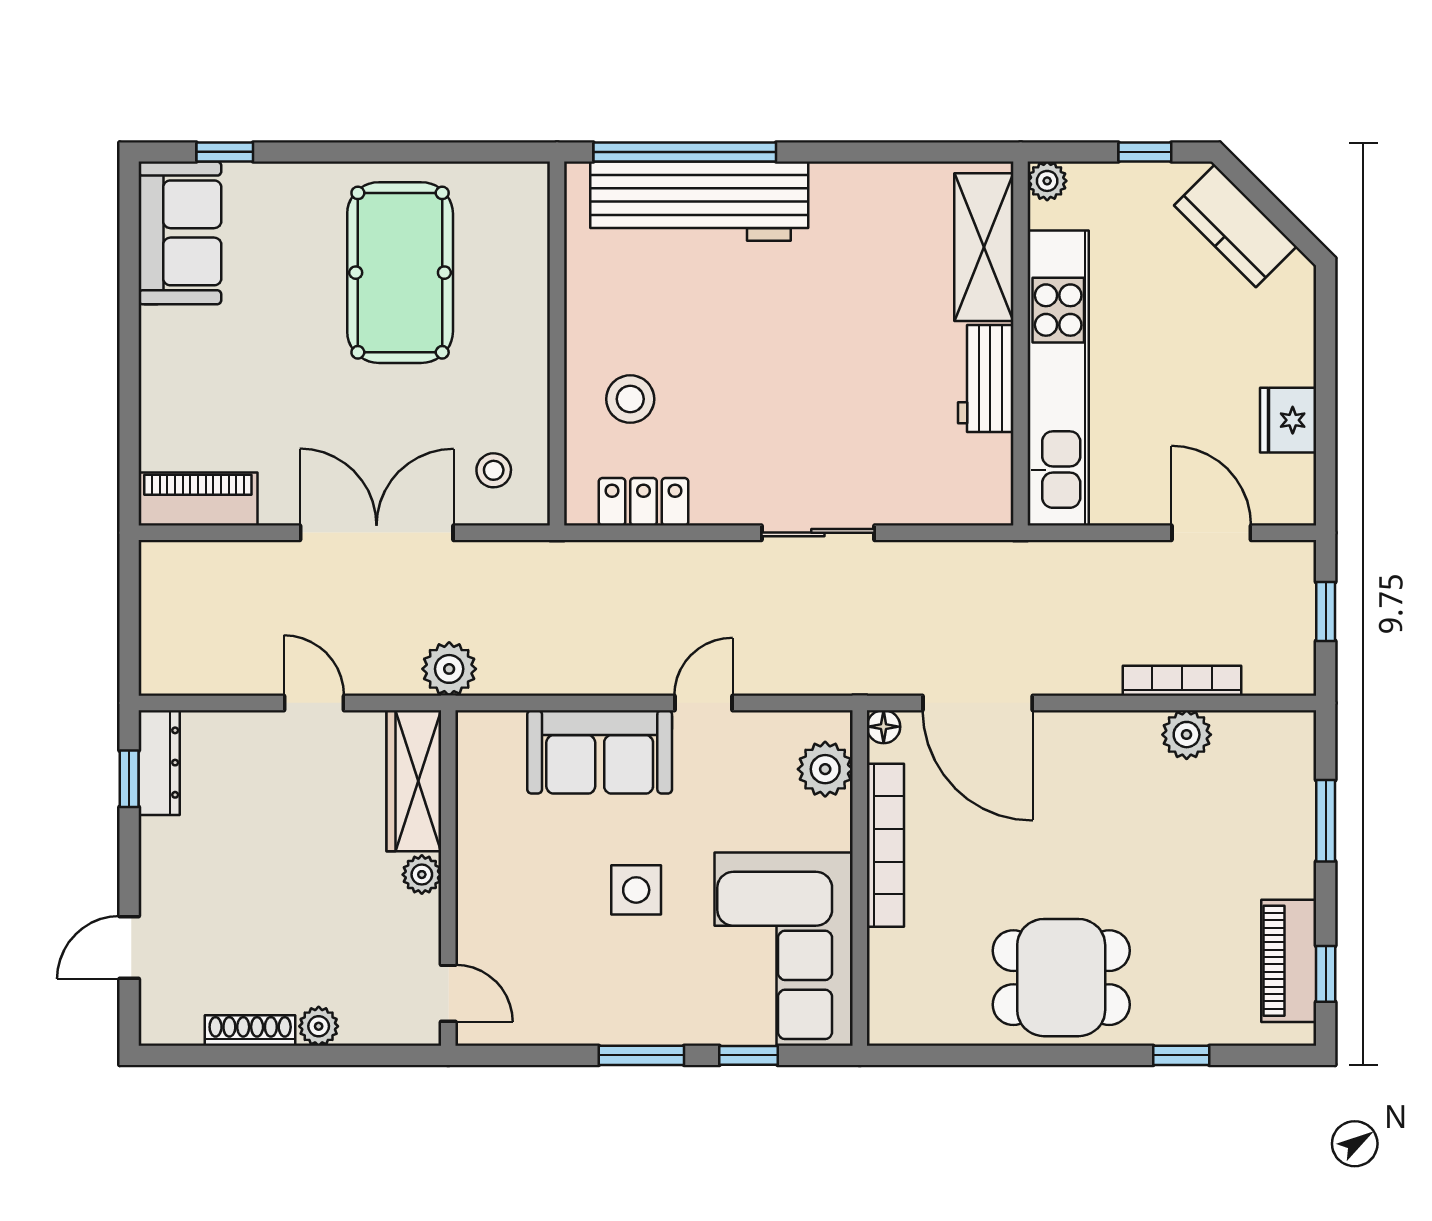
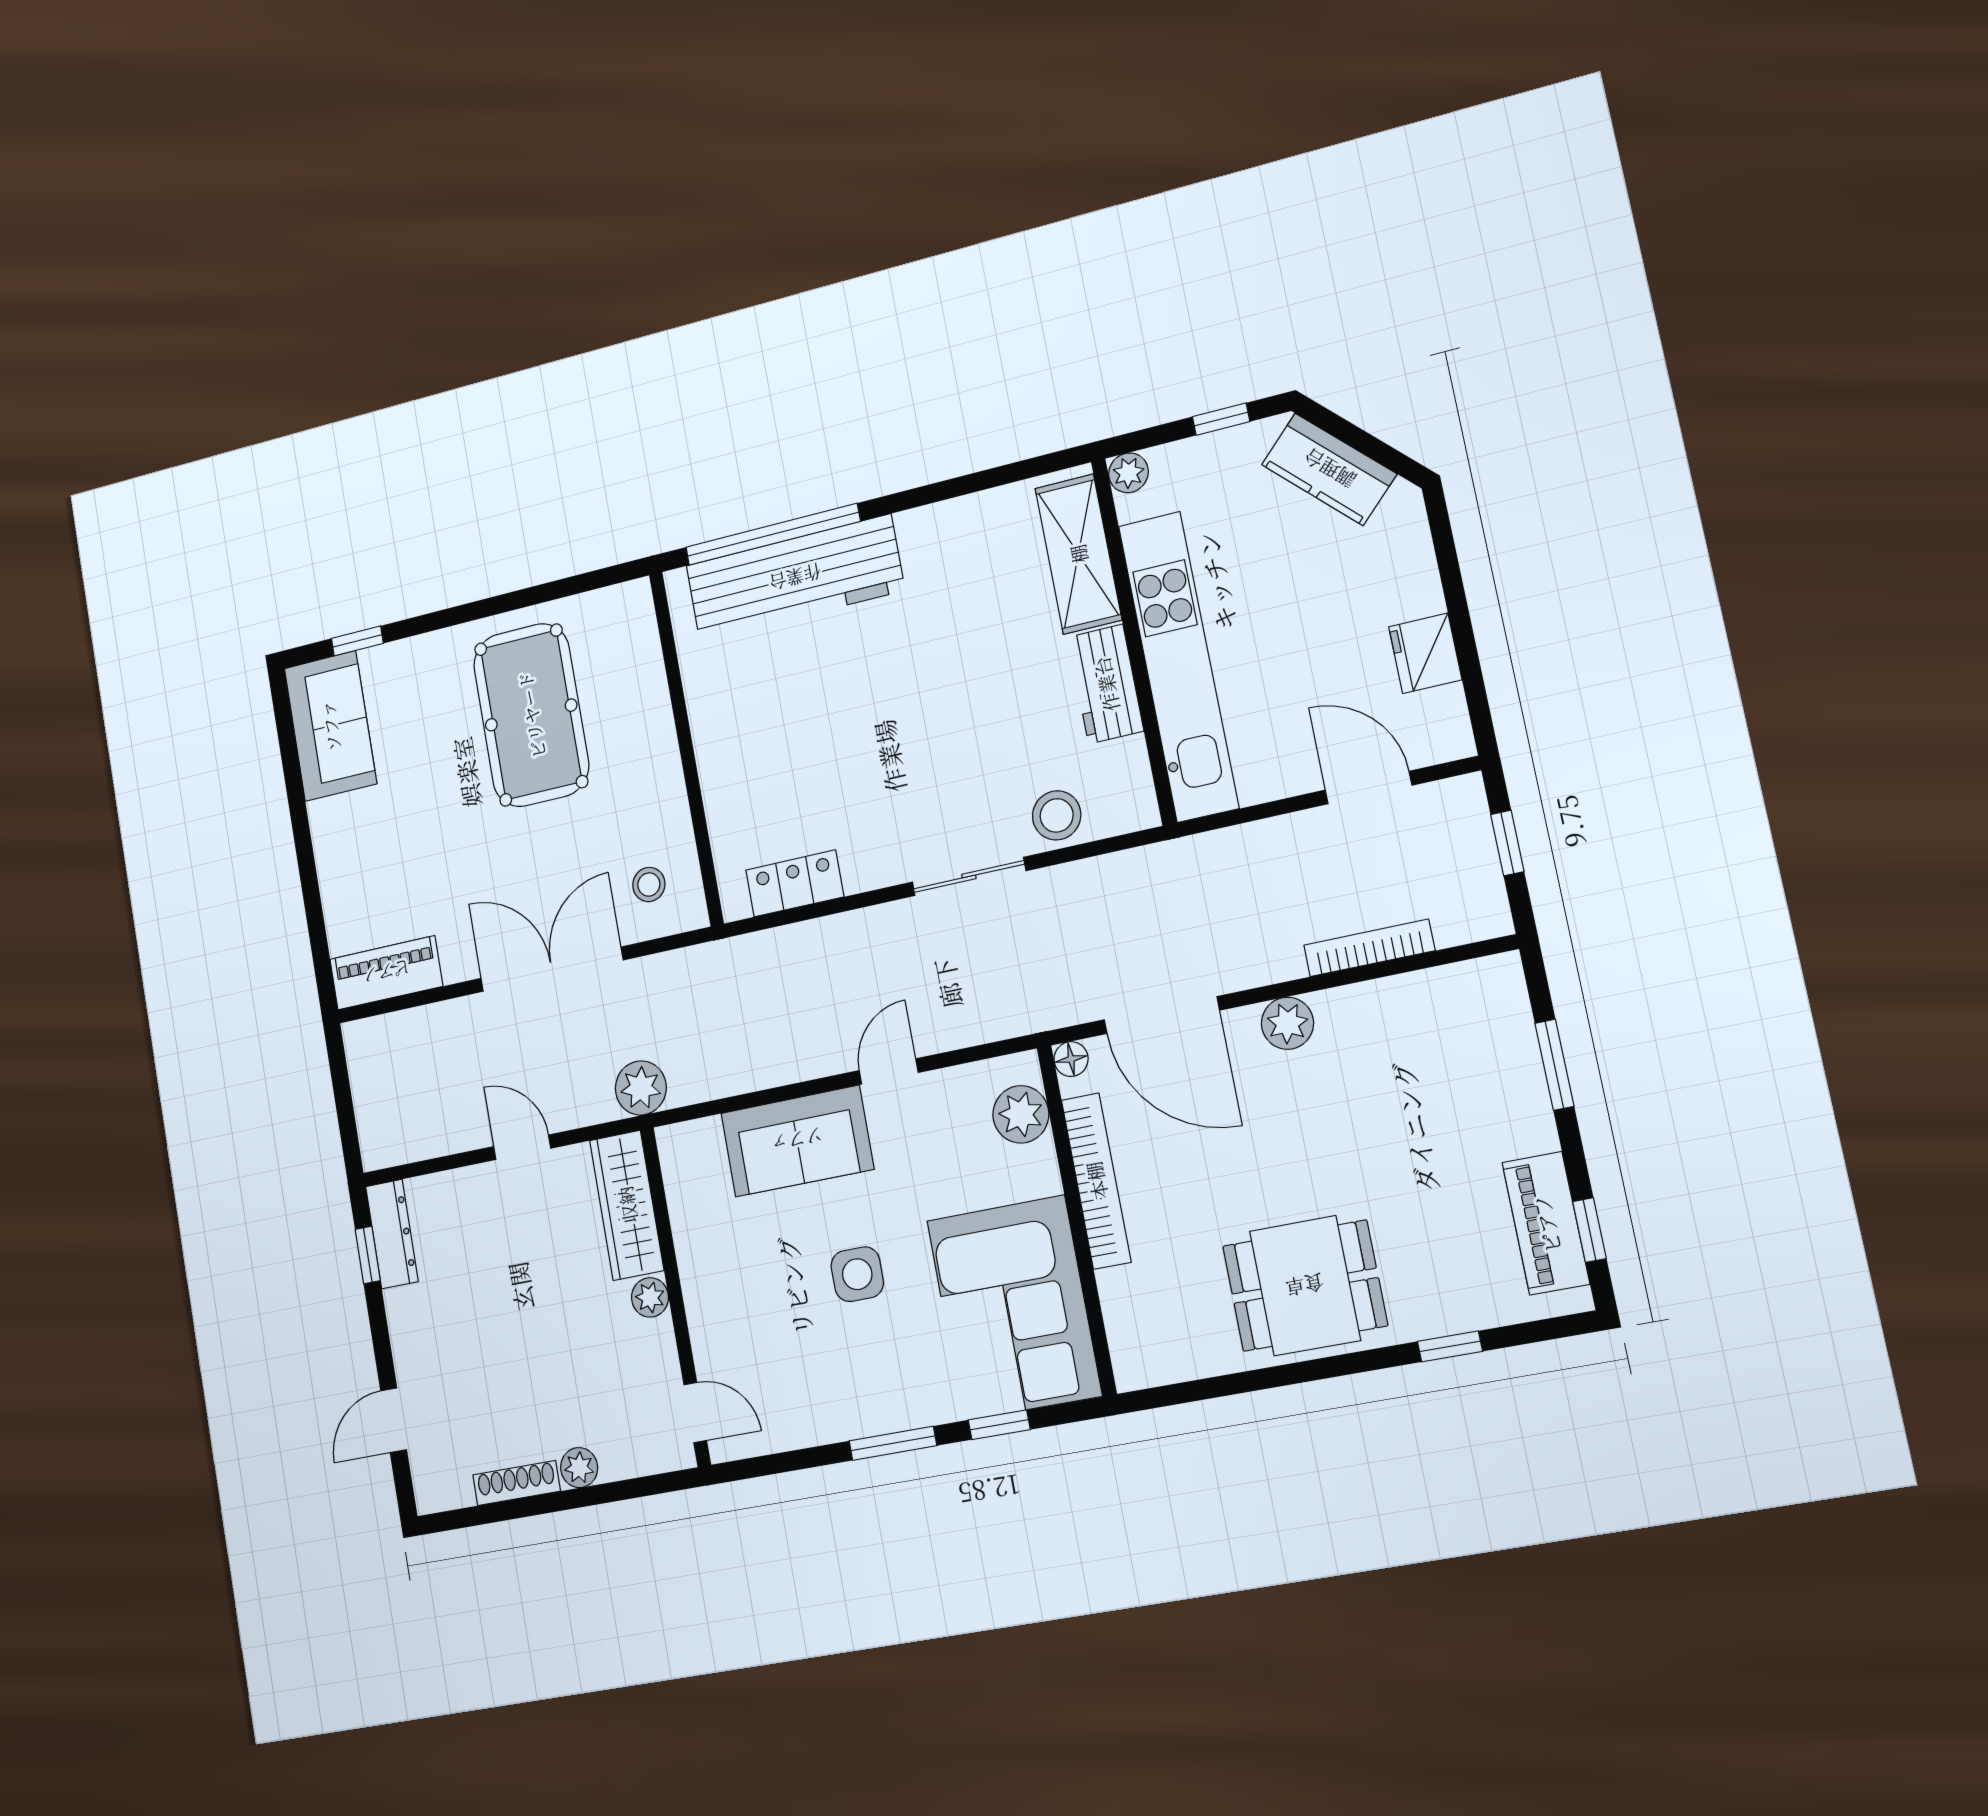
stool: (630, 399) -> (1057, 815), moved
plant: (1187, 735) -> (1287, 1023), moved

